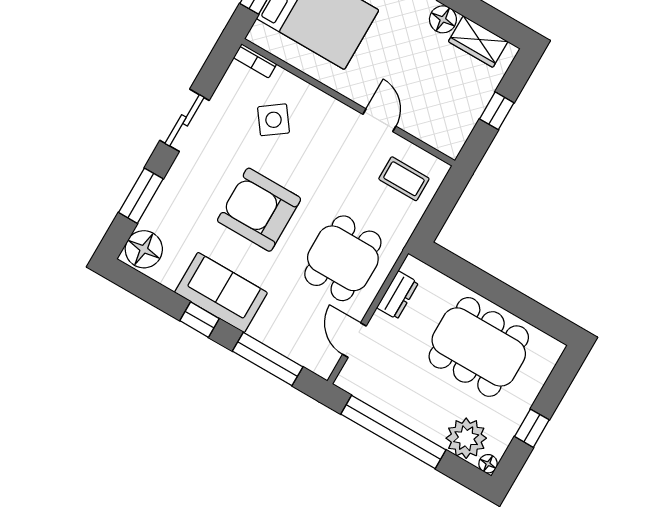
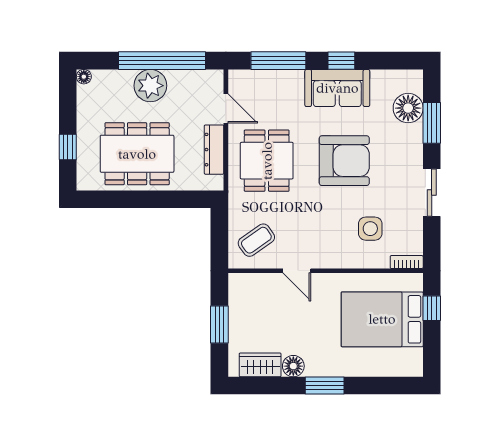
window: (497, 111) -> (219, 324), width x1.50
side table: (274, 120) -> (370, 229), turned 36
coffee table: (404, 179) -> (256, 240), turned -35
floor lamp: (144, 249) -> (408, 108), moved
dresser: (398, 295) -> (214, 150), width x1.44
window: (532, 428) -> (68, 147), moved
plant: (466, 438) -> (150, 86), moved

